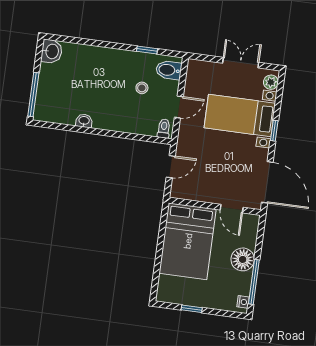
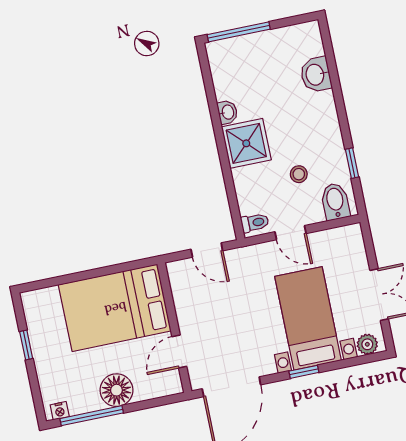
washbasin: (52, 51) -> (316, 75), moved, turned 90
shower: (109, 116) -> (246, 143), added

